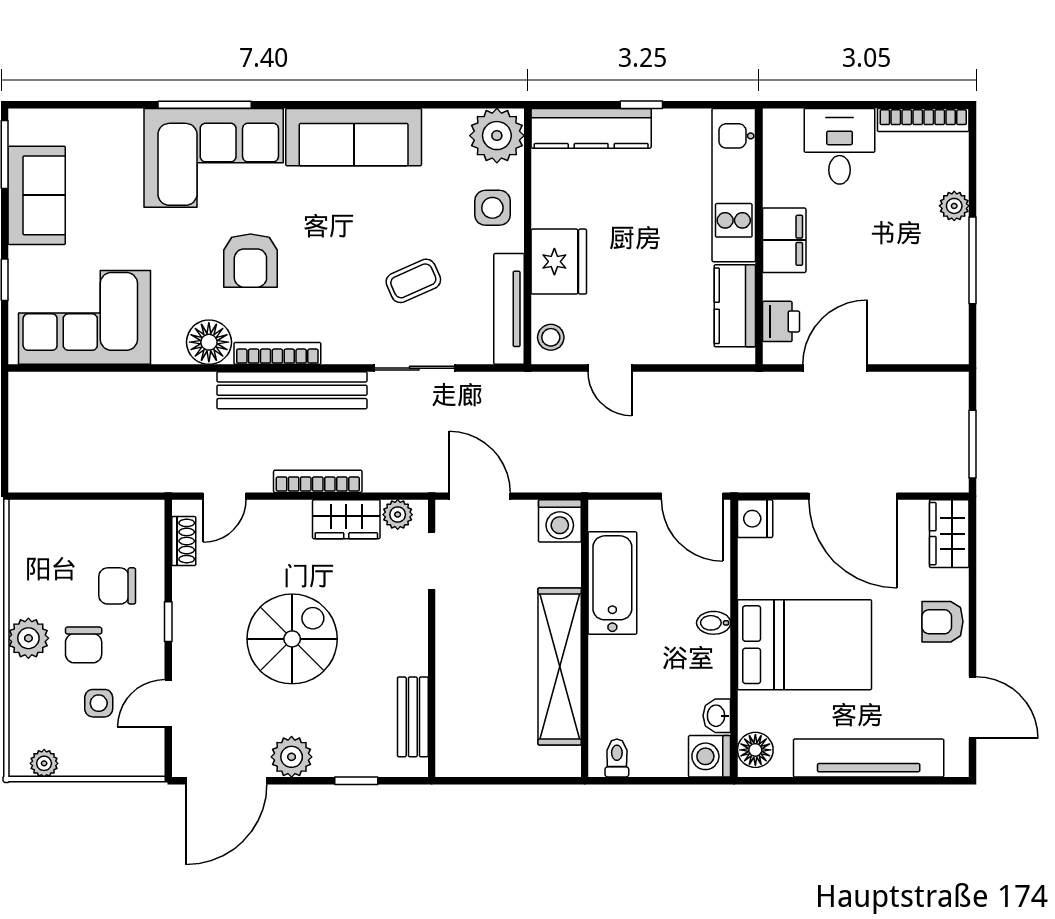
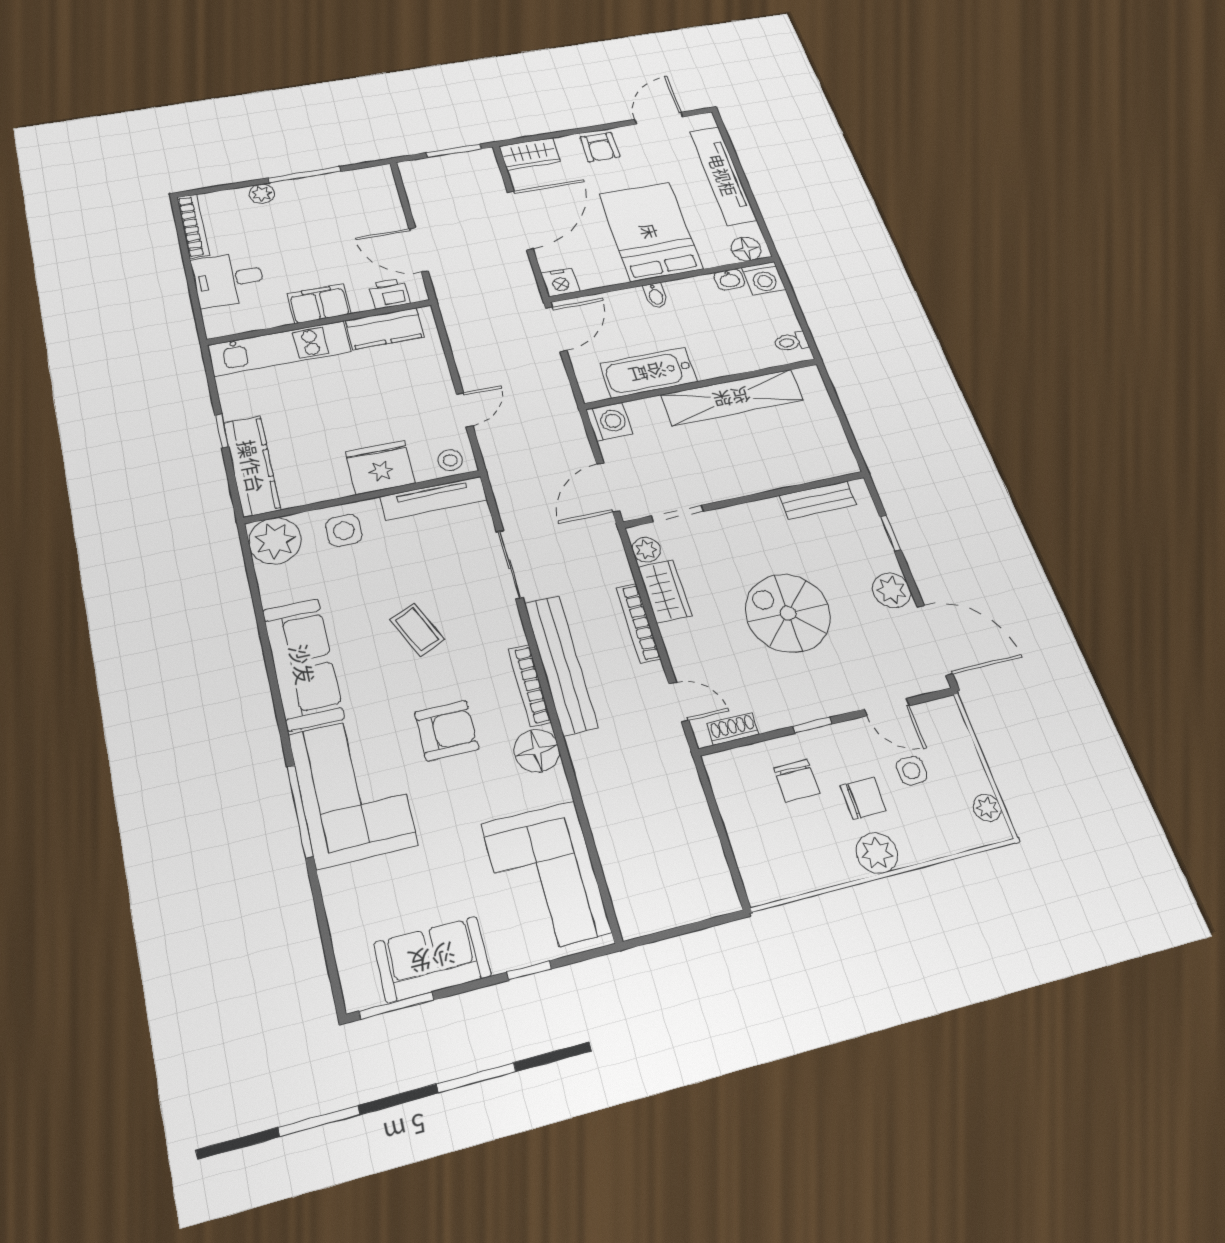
coffee table: (413, 281) -> (417, 630), moved

